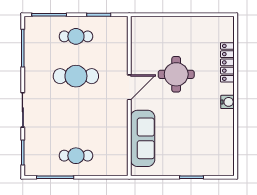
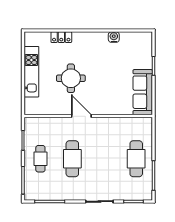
kitchen unit: (184, 25) -> (31, 72), added
locker: (227, 62) -> (61, 37), width x0.66
water cooler: (228, 102) -> (114, 37), moved
sofa: (143, 138) -> (143, 92), moved, turned -90
cafe table: (76, 156) -> (136, 159), width x1.37, depth x1.35

